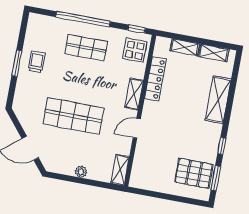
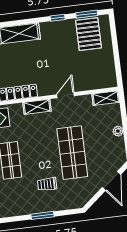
trolley: (37, 62) -> (47, 184), moved
door: (137, 128) -> (66, 95), swing flipped

